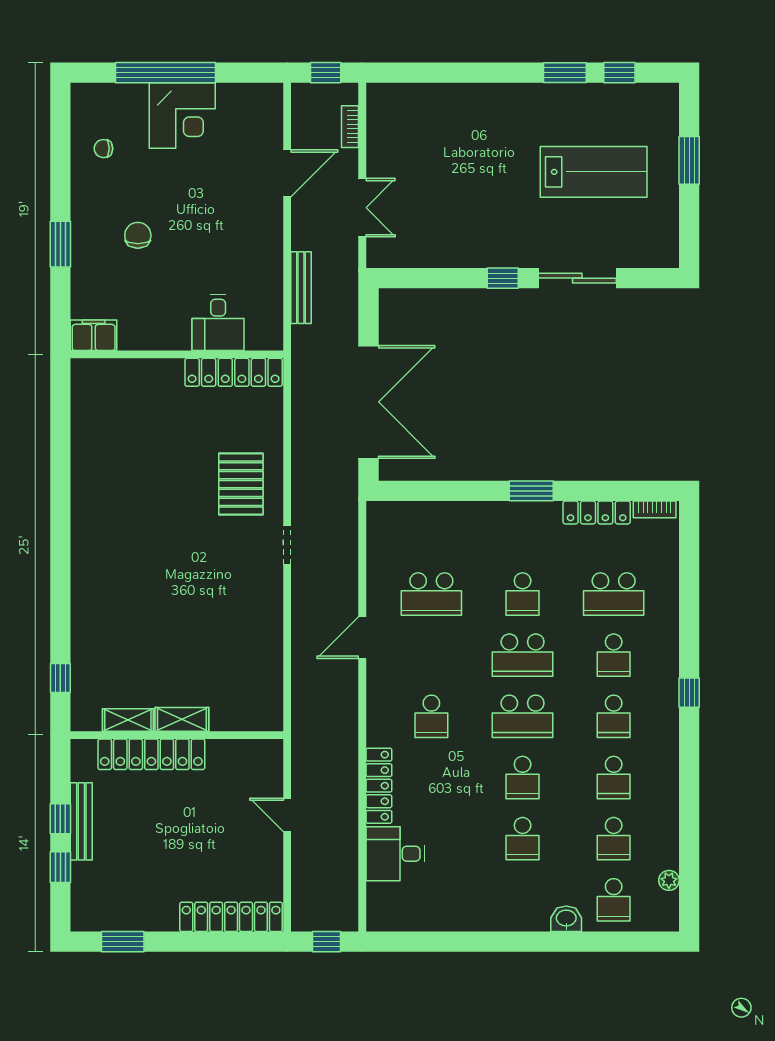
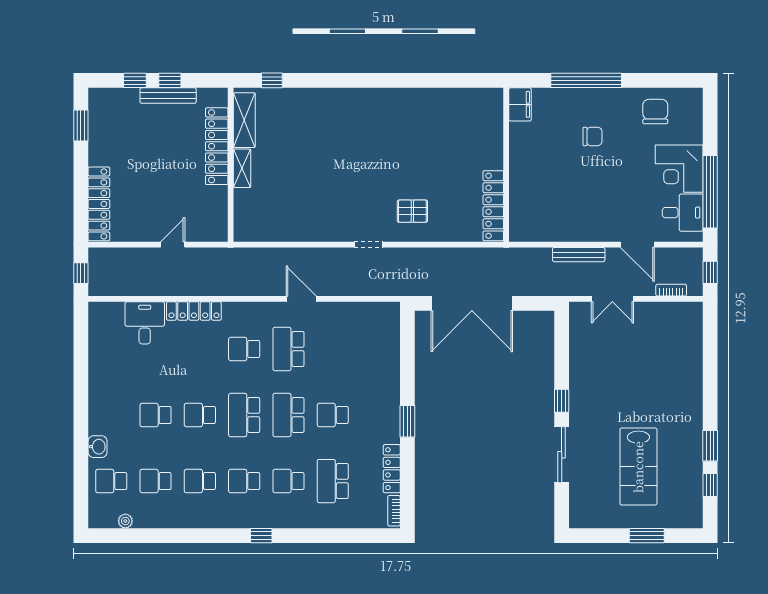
window: (166, 73) -> (710, 192), moved
chair: (103, 149) -> (655, 112), width x1.87, depth x1.87
window: (60, 244) -> (586, 80), width x2.11
bench: (301, 288) -> (579, 255), moved
desk: (218, 323) -> (683, 213), moved, turned 180
pallet: (241, 484) -> (412, 211), width x0.67, depth x0.71
school desk: (431, 594) -> (288, 349), moved
shelving: (128, 720) -> (244, 120), width x1.50, depth x1.33

